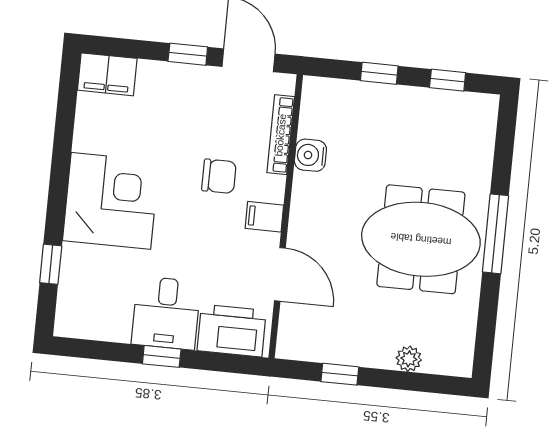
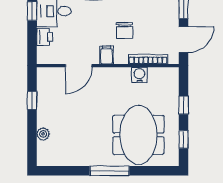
meeting table: (421, 239) -> (138, 135), moved
printer: (232, 331) -> (45, 37), width x0.53, depth x0.68

